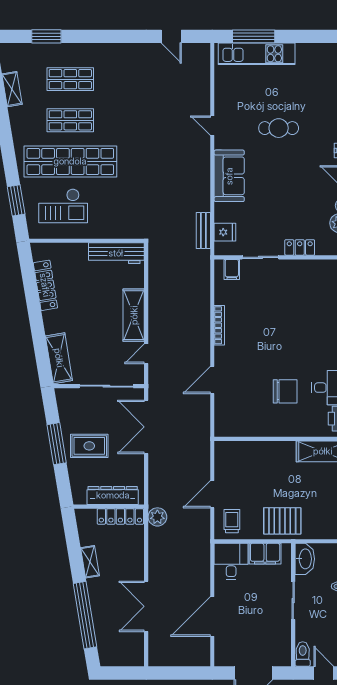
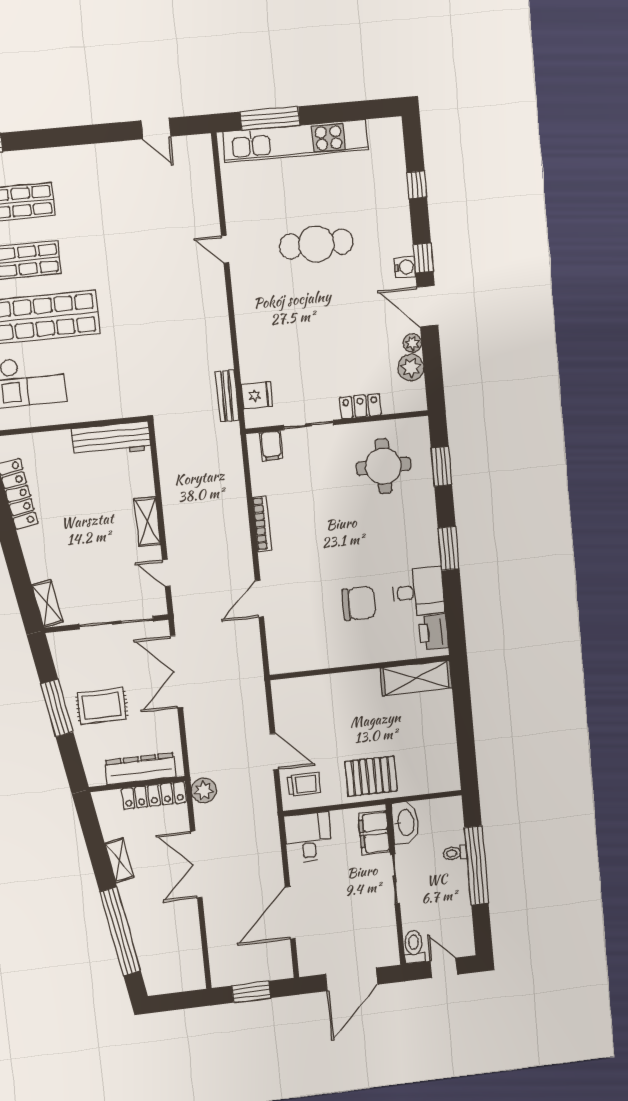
kitchen unit: (257, 54) -> (296, 141), width x1.36
cafe table: (279, 128) -> (316, 244), width x1.37, depth x1.35
sofa: (229, 176) -> (255, 317), removed
round table: (313, 293) -> (383, 466), added
shelving: (134, 315) -> (147, 522), width x0.67, depth x0.75
door: (146, 354) -> (166, 573), hinge flipped
shelving: (59, 358) -> (47, 603), width x0.67, depth x0.75
door: (212, 494) -> (274, 752), swing flipped
trolley: (232, 521) -> (304, 784), turned 90
filing cabinet: (265, 554) -> (374, 833), moved, turned 90
double door: (146, 606) -> (196, 864), moved
window: (177, 673) -> (251, 992), added

